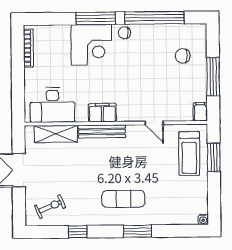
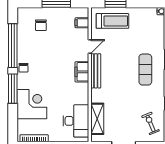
corner desk: (91, 45) -> (32, 104), moved
filing cabinet: (200, 112) -> (82, 23), moved
filing cabinet: (102, 113) -> (82, 72), moved
bench: (102, 131) -> (96, 71), moved

